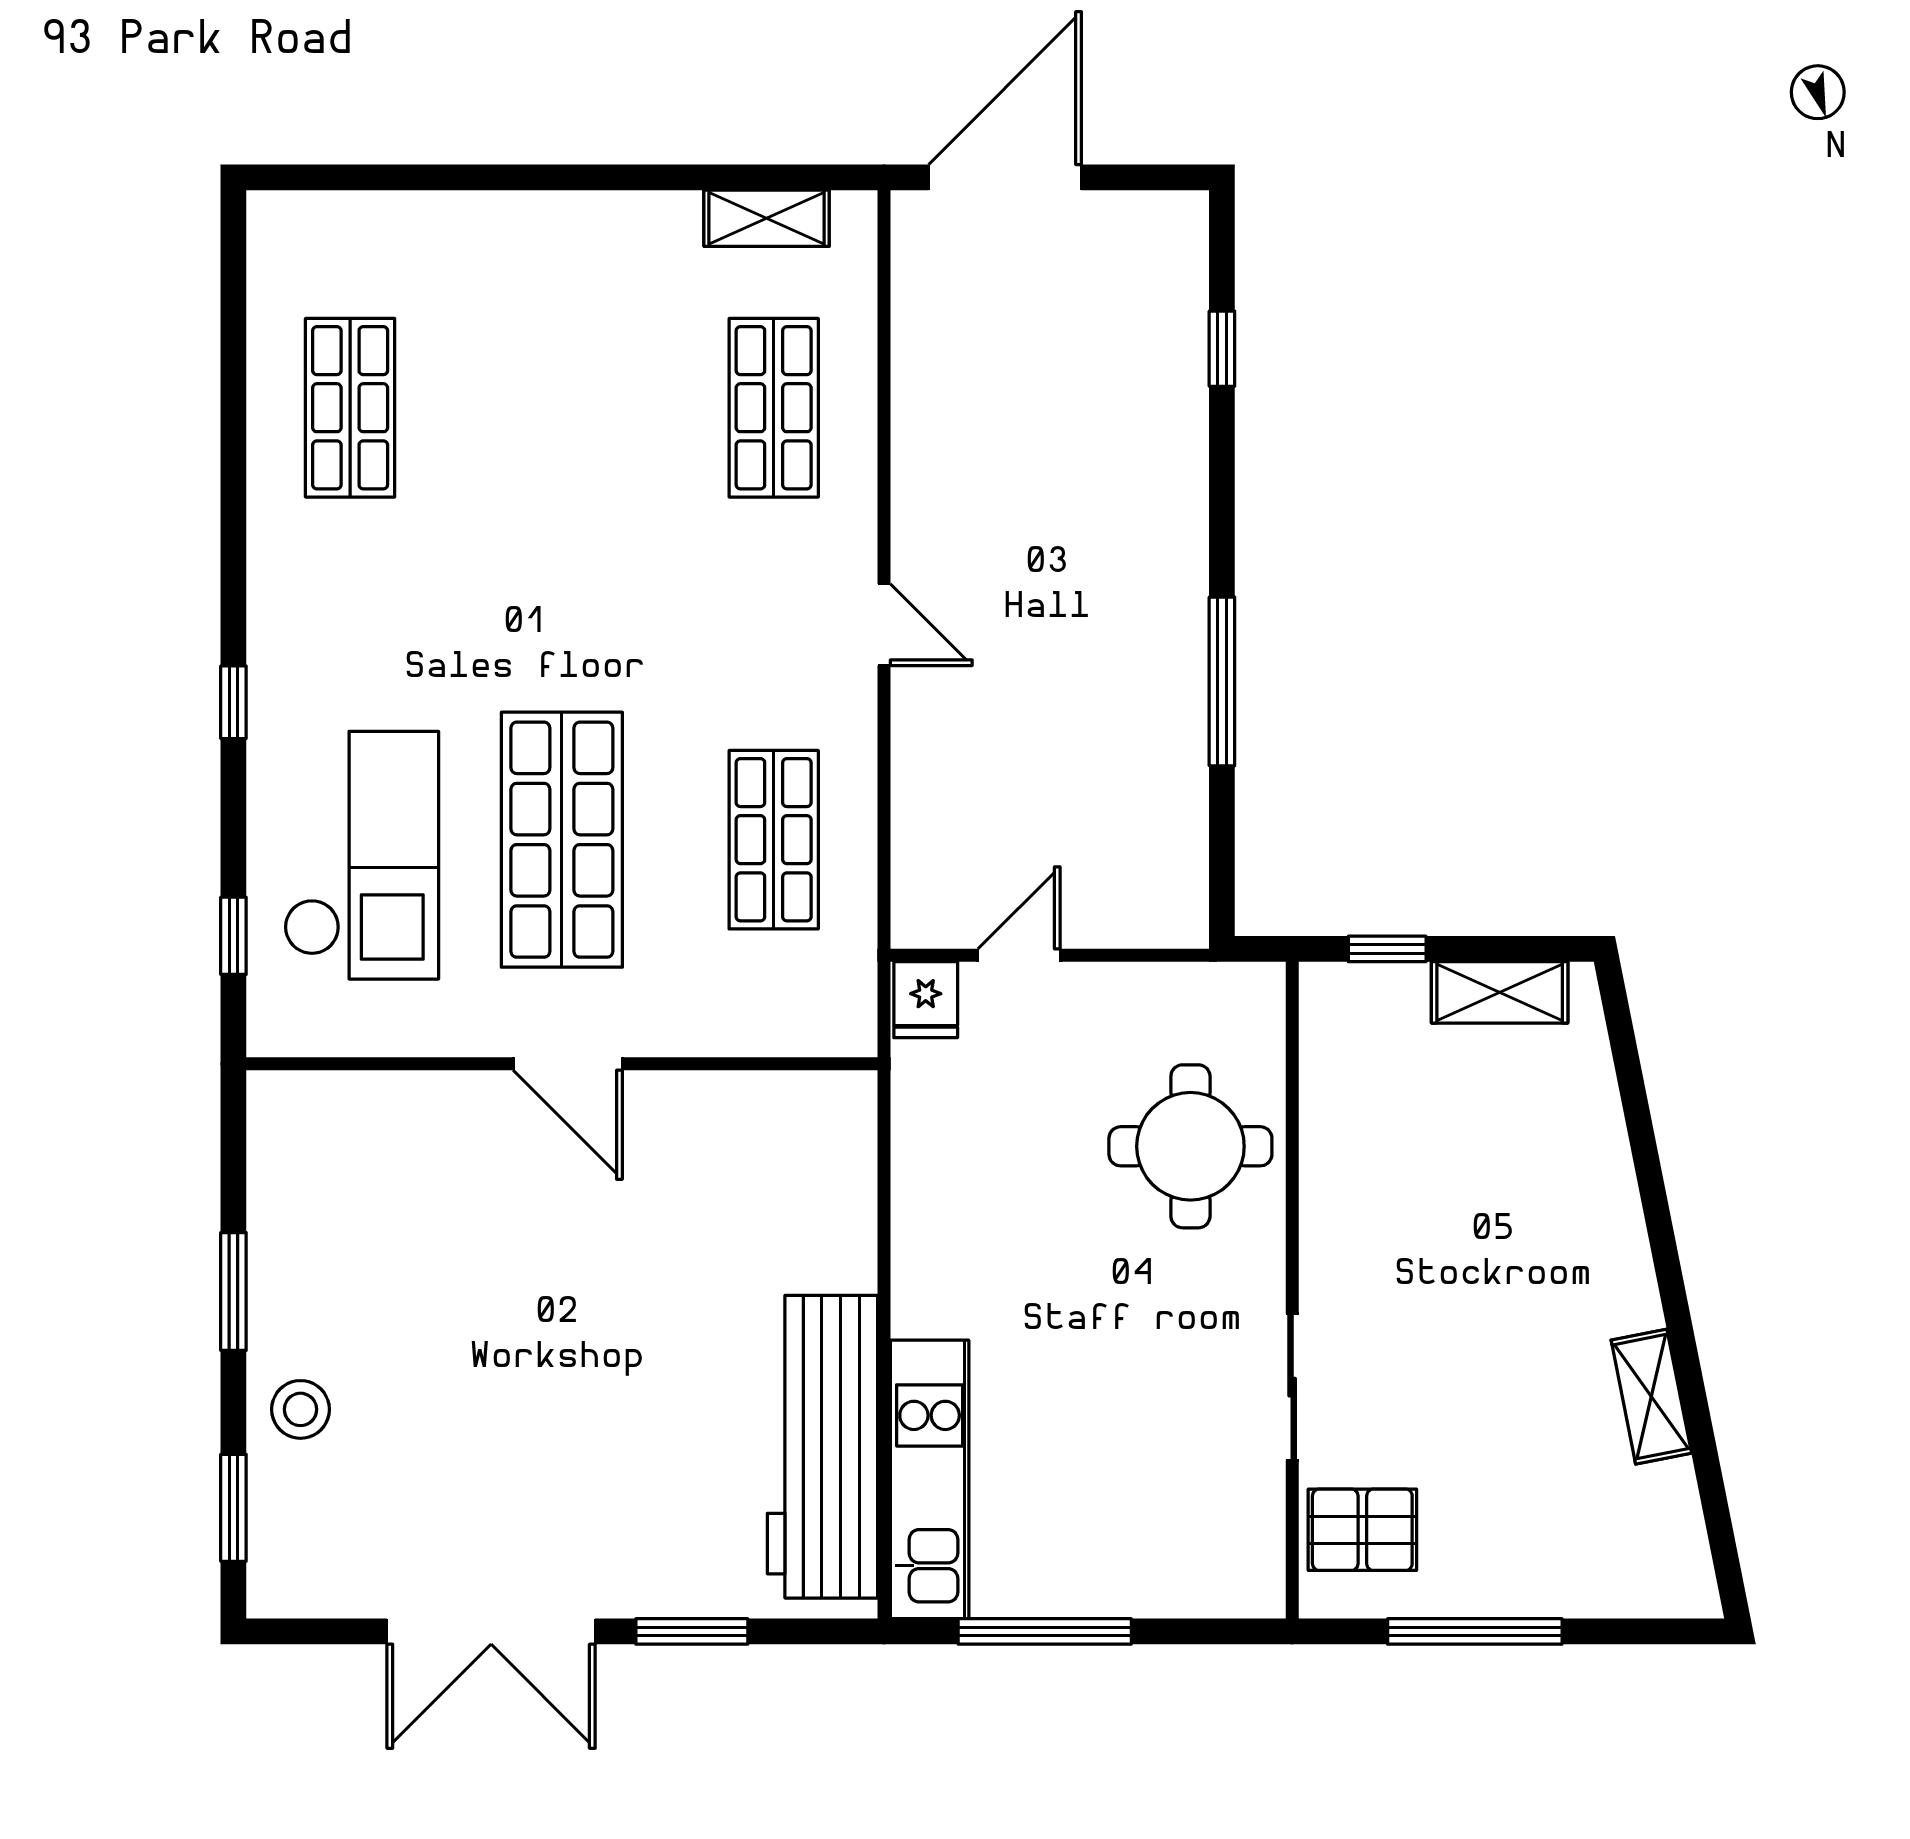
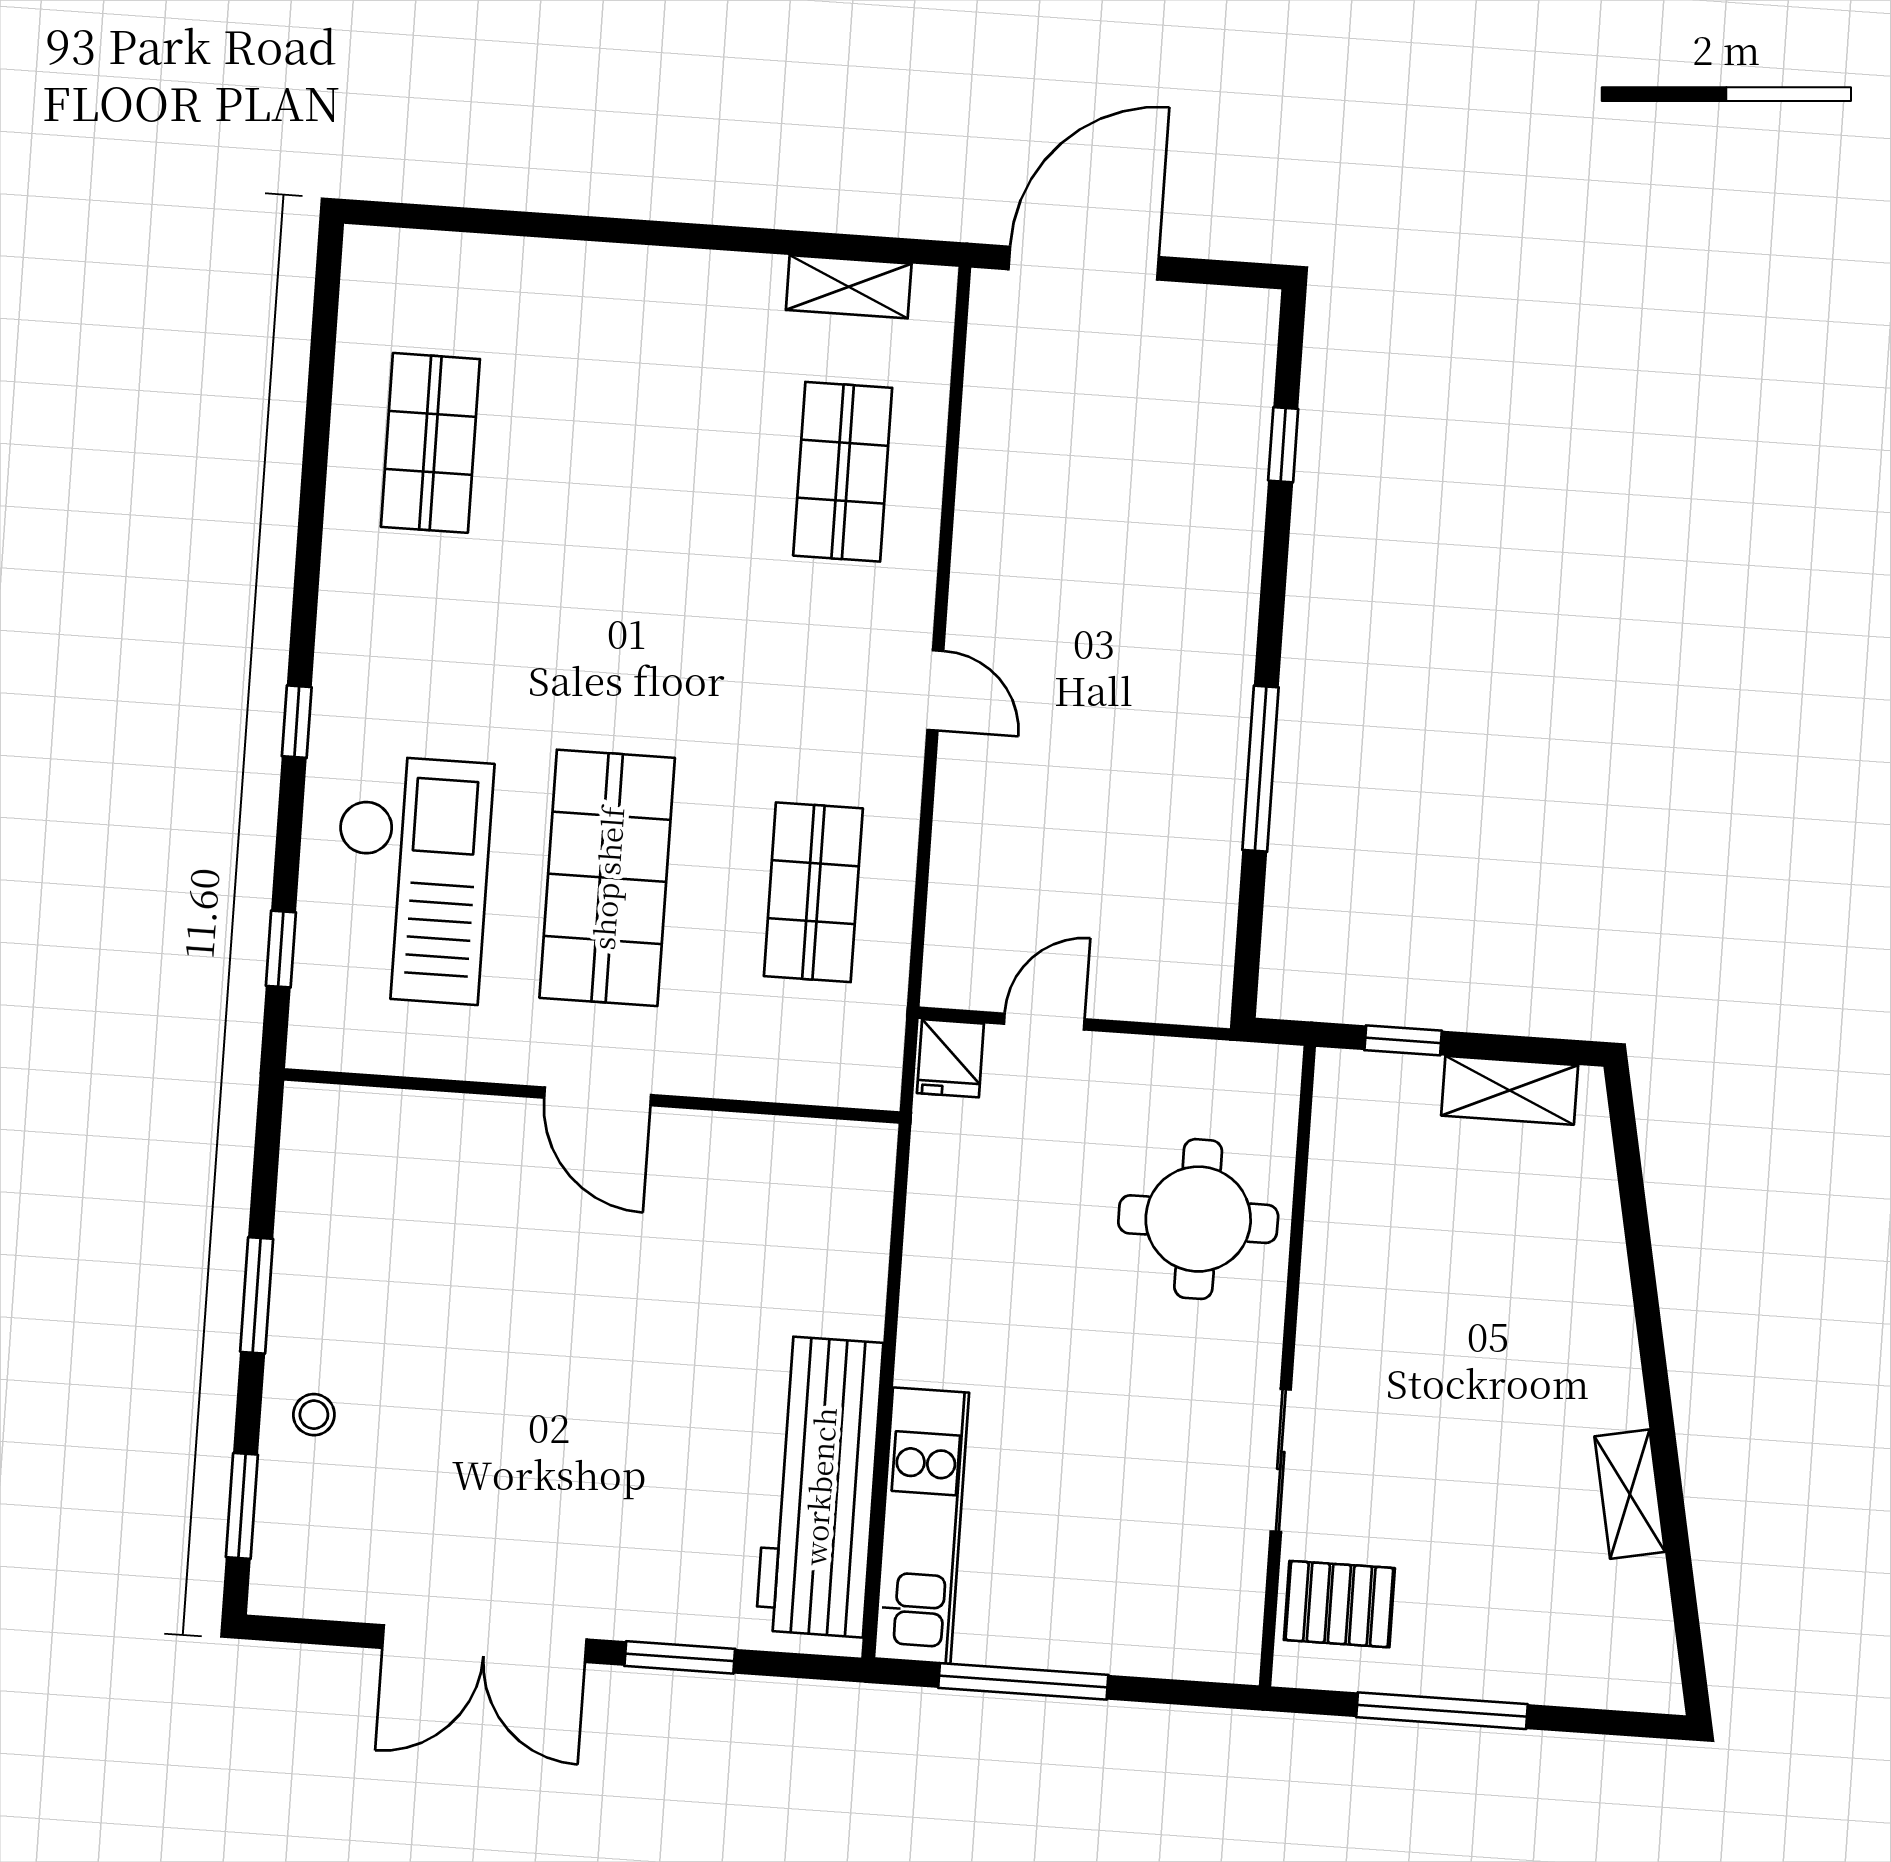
stool: (300, 1409) -> (314, 1415), width x0.73, depth x0.73

